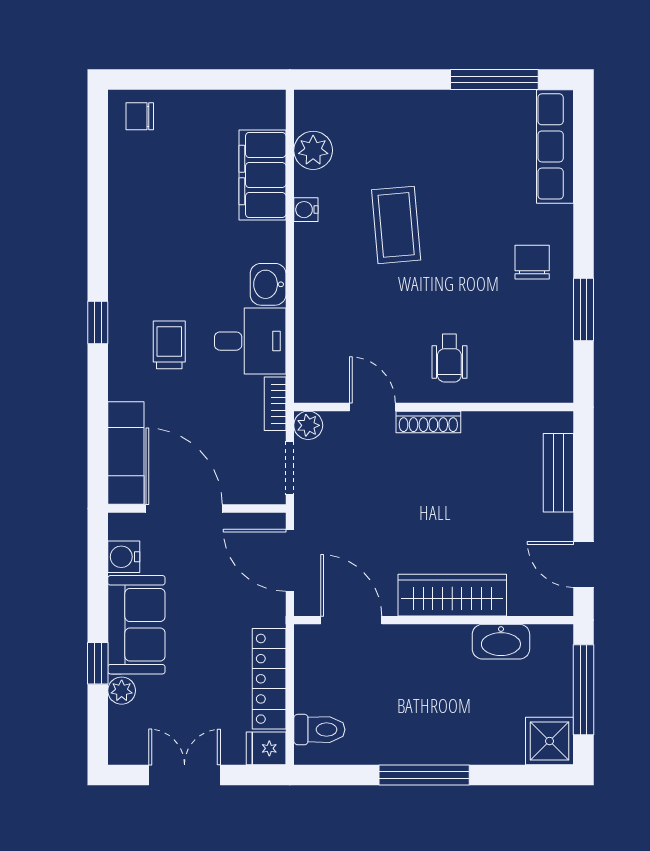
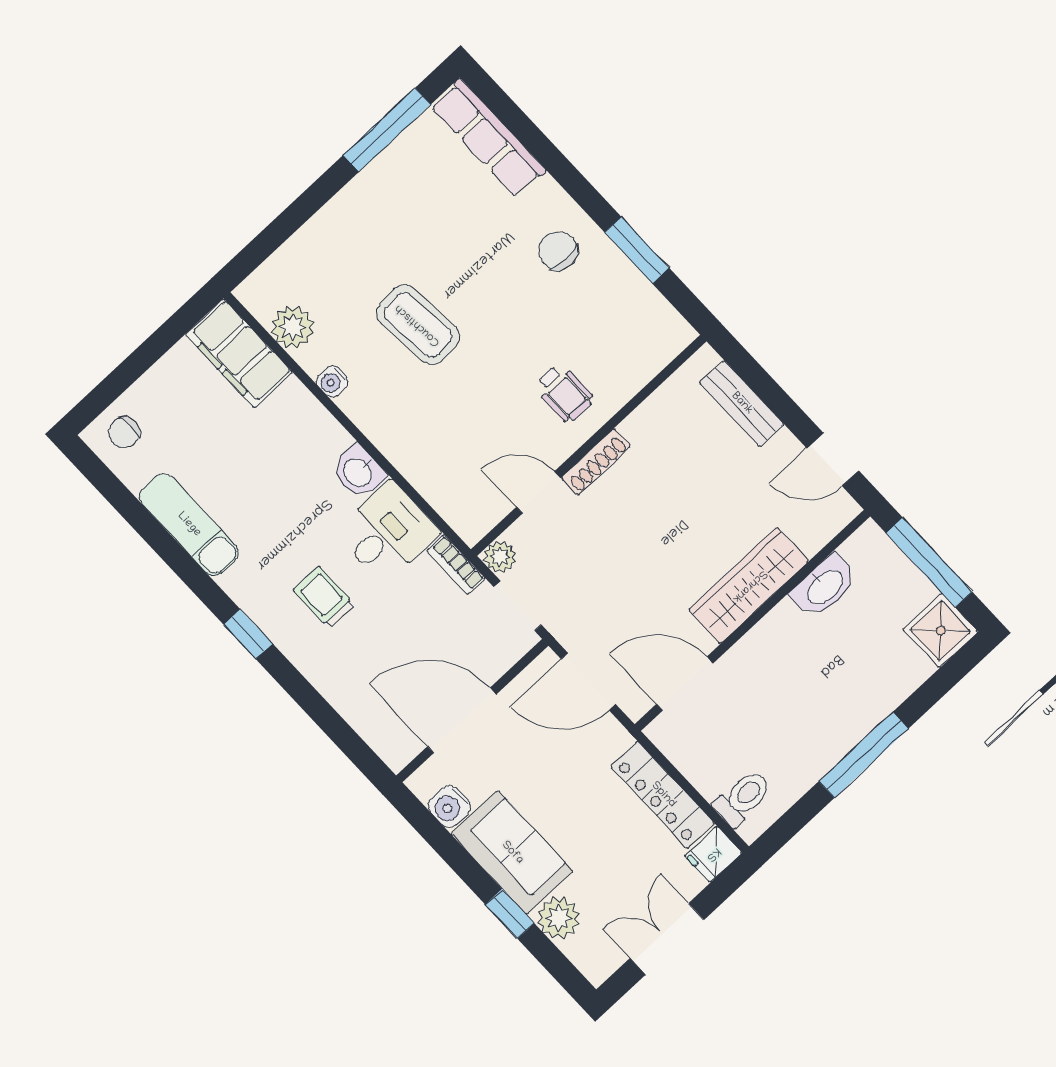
filing cabinet: (262, 175) -> (239, 353), moved
exam couch: (126, 453) -> (189, 525), moved
plant: (122, 691) -> (559, 918), width x1.38, depth x1.38

